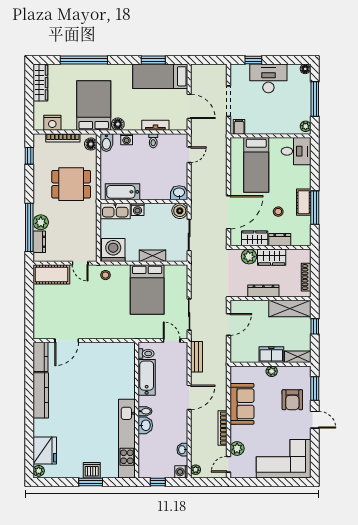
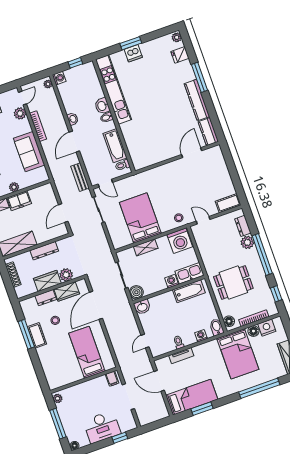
floor lamp: (118, 124) -> (253, 331), moved
desk: (296, 151) -> (58, 375), removed
window: (29, 227) -> (262, 254), moved
cot: (51, 274) -> (228, 203), width x0.73, depth x0.75
window: (29, 419) -> (200, 77), added
washbasin: (182, 450) -> (73, 119), moved
fridge: (45, 451) -> (180, 55), width x0.53, depth x0.75

